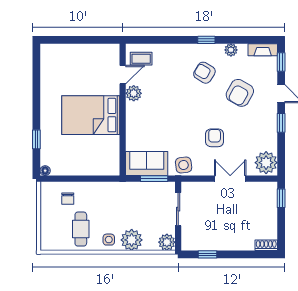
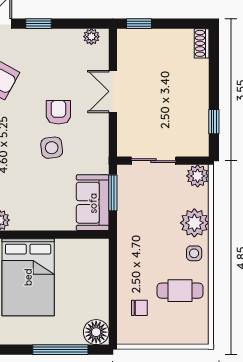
armchair: (215, 138) -> (58, 112), turned 90
window: (36, 139) -> (60, 350), width x2.17
plant: (266, 163) -> (91, 37), width x0.53, depth x0.53
side table: (184, 165) -> (52, 148), moved
floor lamp: (45, 171) -> (96, 332), width x1.89, depth x1.89

